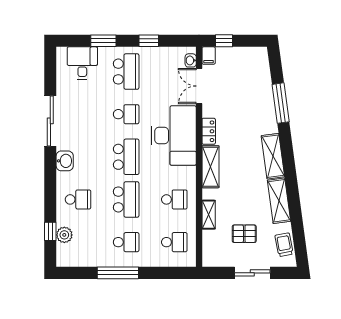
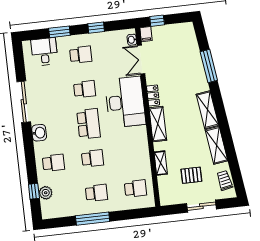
school desk: (126, 72) -> (81, 55), width x0.54
school desk: (126, 199) -> (92, 158), width x0.54
school desk: (174, 199) -> (132, 154), removed

